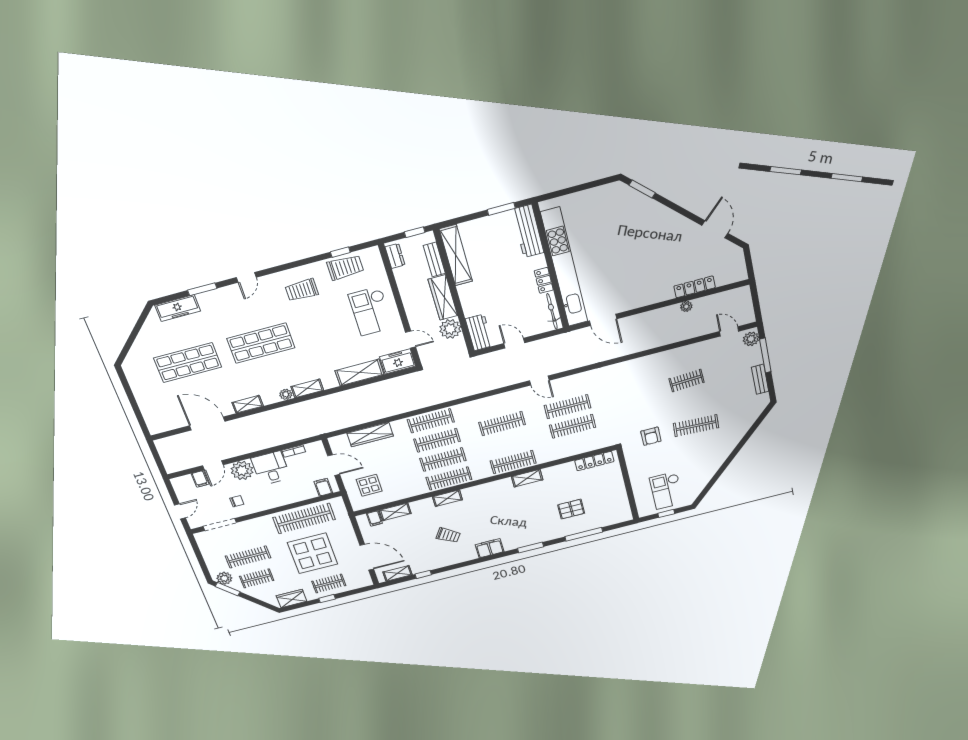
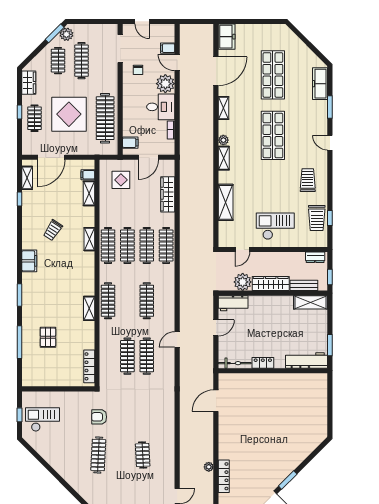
window: (642, 189) -> (288, 480), moved
shelving: (456, 255) -> (311, 302), width x0.68
kitchen unit: (564, 268) -> (269, 381), removed
freezer: (398, 361) -> (227, 37), moved

